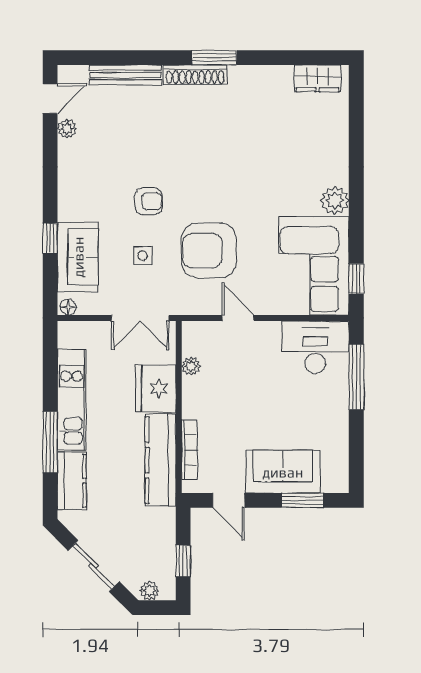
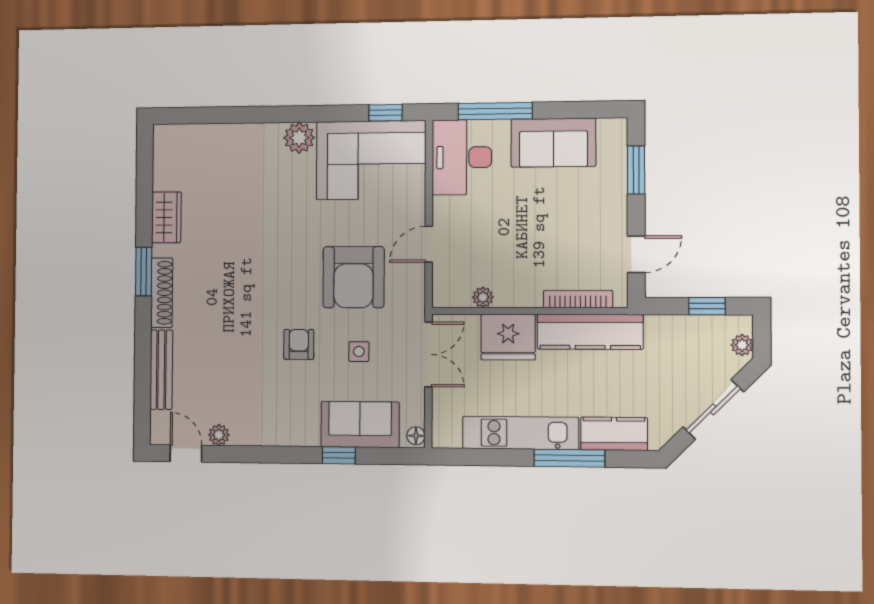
wardrobe: (318, 78) -> (166, 217), moved
sofa: (283, 472) -> (553, 143), moved, turned -90

